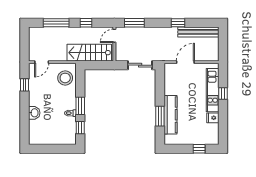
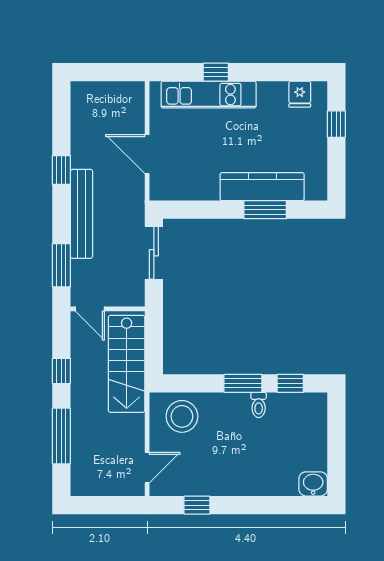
bench: (198, 32) -> (82, 214), moved
door: (42, 62) -> (147, 468), hinge flipped
washbasin: (34, 113) -> (313, 484), moved
fridge: (213, 118) -> (300, 94), moved

